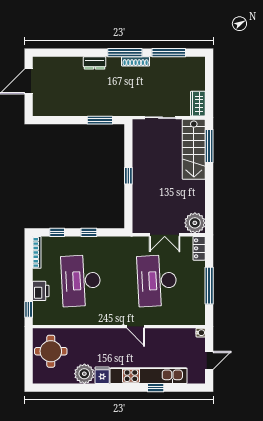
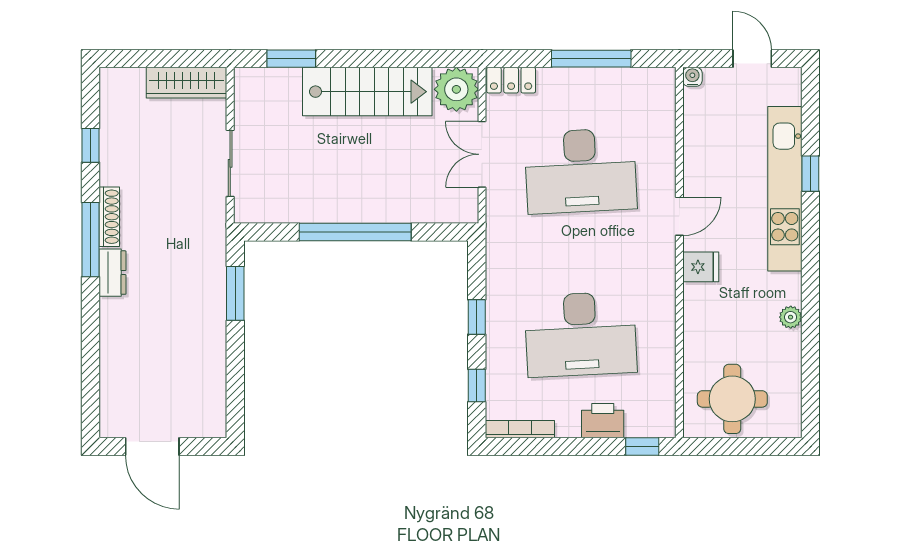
window: (169, 53) -> (91, 145), width x0.46
dresser: (95, 63) -> (112, 273), moved
wardrobe: (198, 104) -> (187, 83), width x1.50
window: (209, 146) -> (291, 59), width x0.69
stairs: (194, 149) -> (367, 92), moved
window: (128, 176) -> (355, 232), width x3.17
double door: (165, 235) -> (482, 154), swing flipped
plant: (84, 374) -> (791, 317), width x0.53, depth x0.53
fridge: (102, 375) -> (701, 267), moved, turned 180

